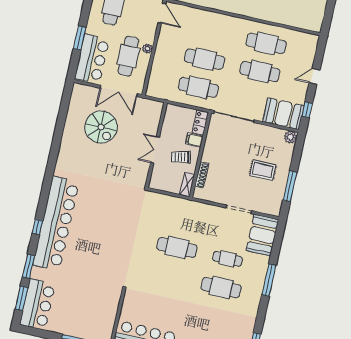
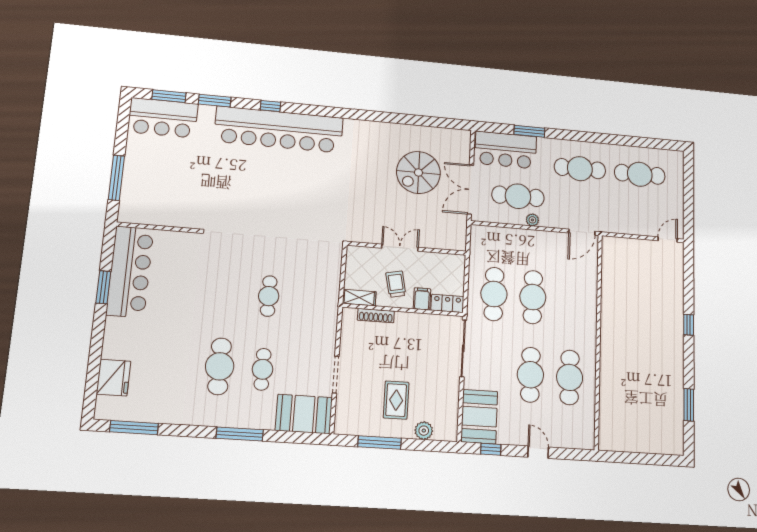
plant: (291, 137) -> (424, 431), moved
cafe table: (177, 248) -> (269, 296), width x0.73, depth x0.74

